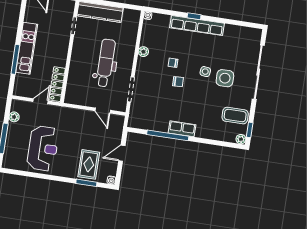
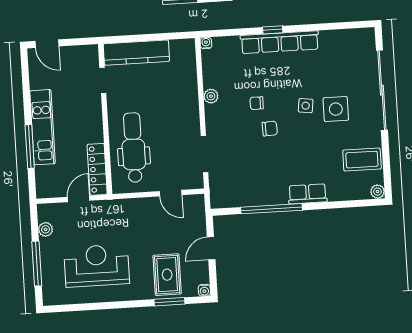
dental chair: (106, 63) -> (133, 148), moved
row of seats: (182, 129) -> (308, 194), moved
window: (250, 130) -> (387, 176), removed
reception desk: (43, 148) -> (97, 266), turned -90

